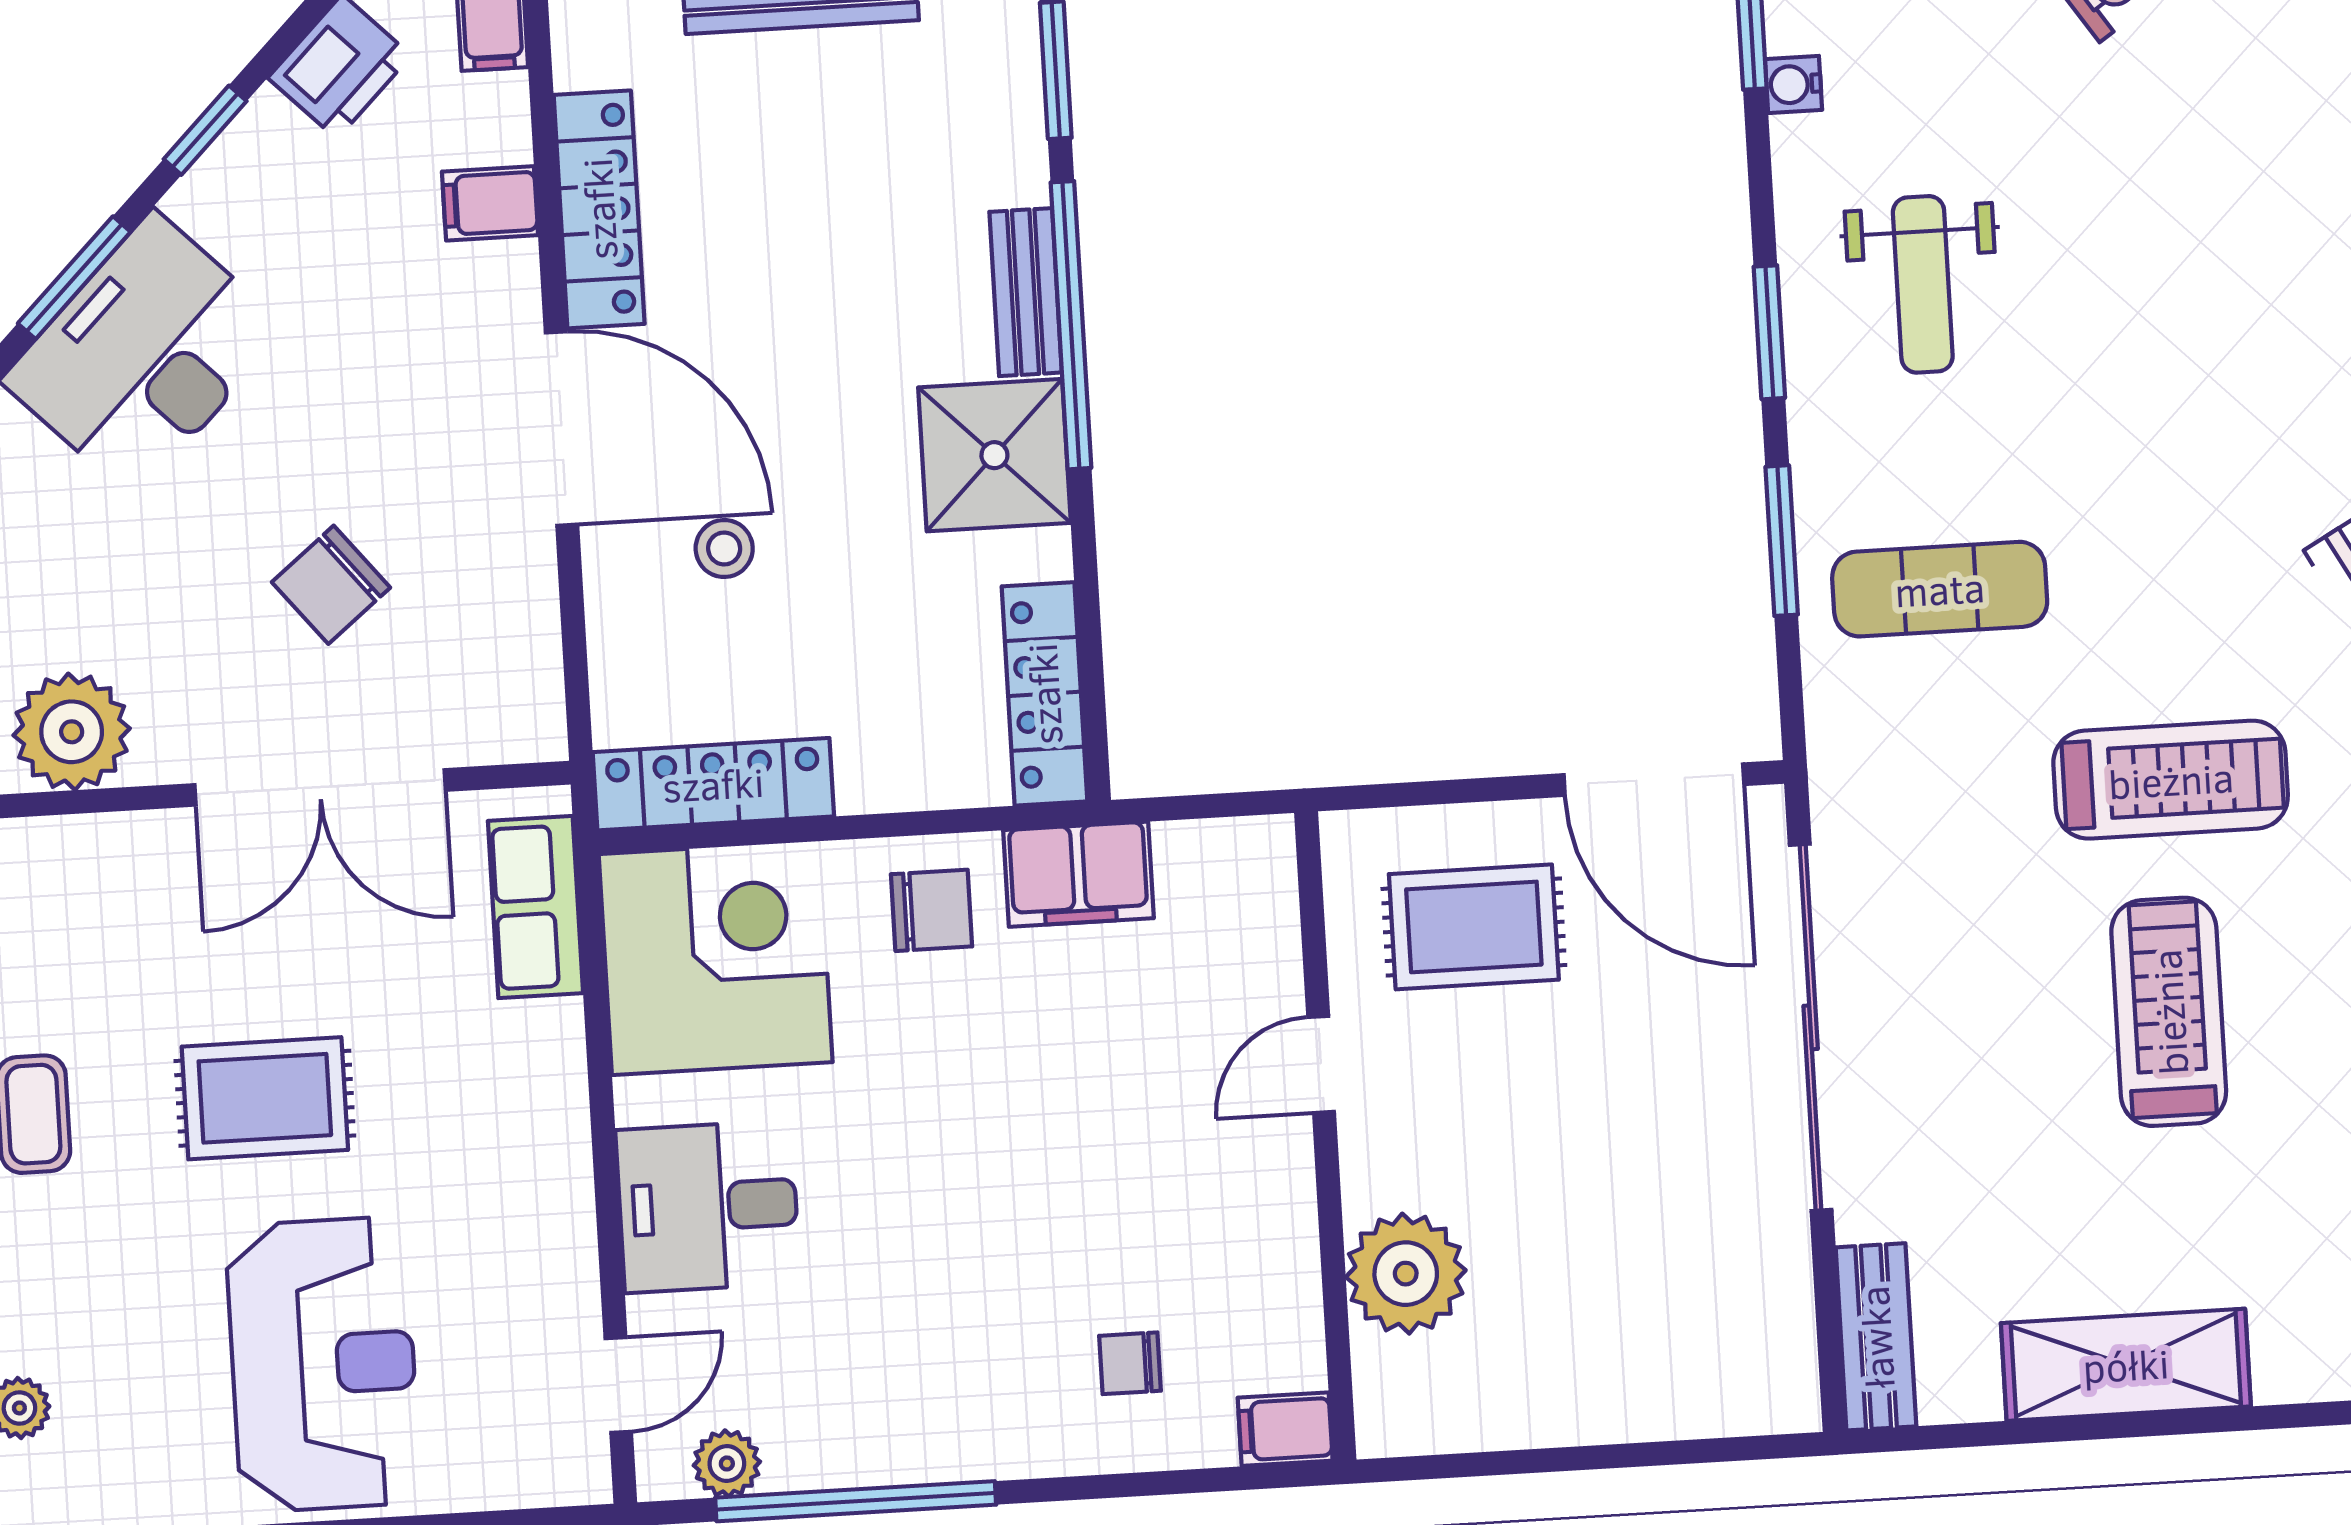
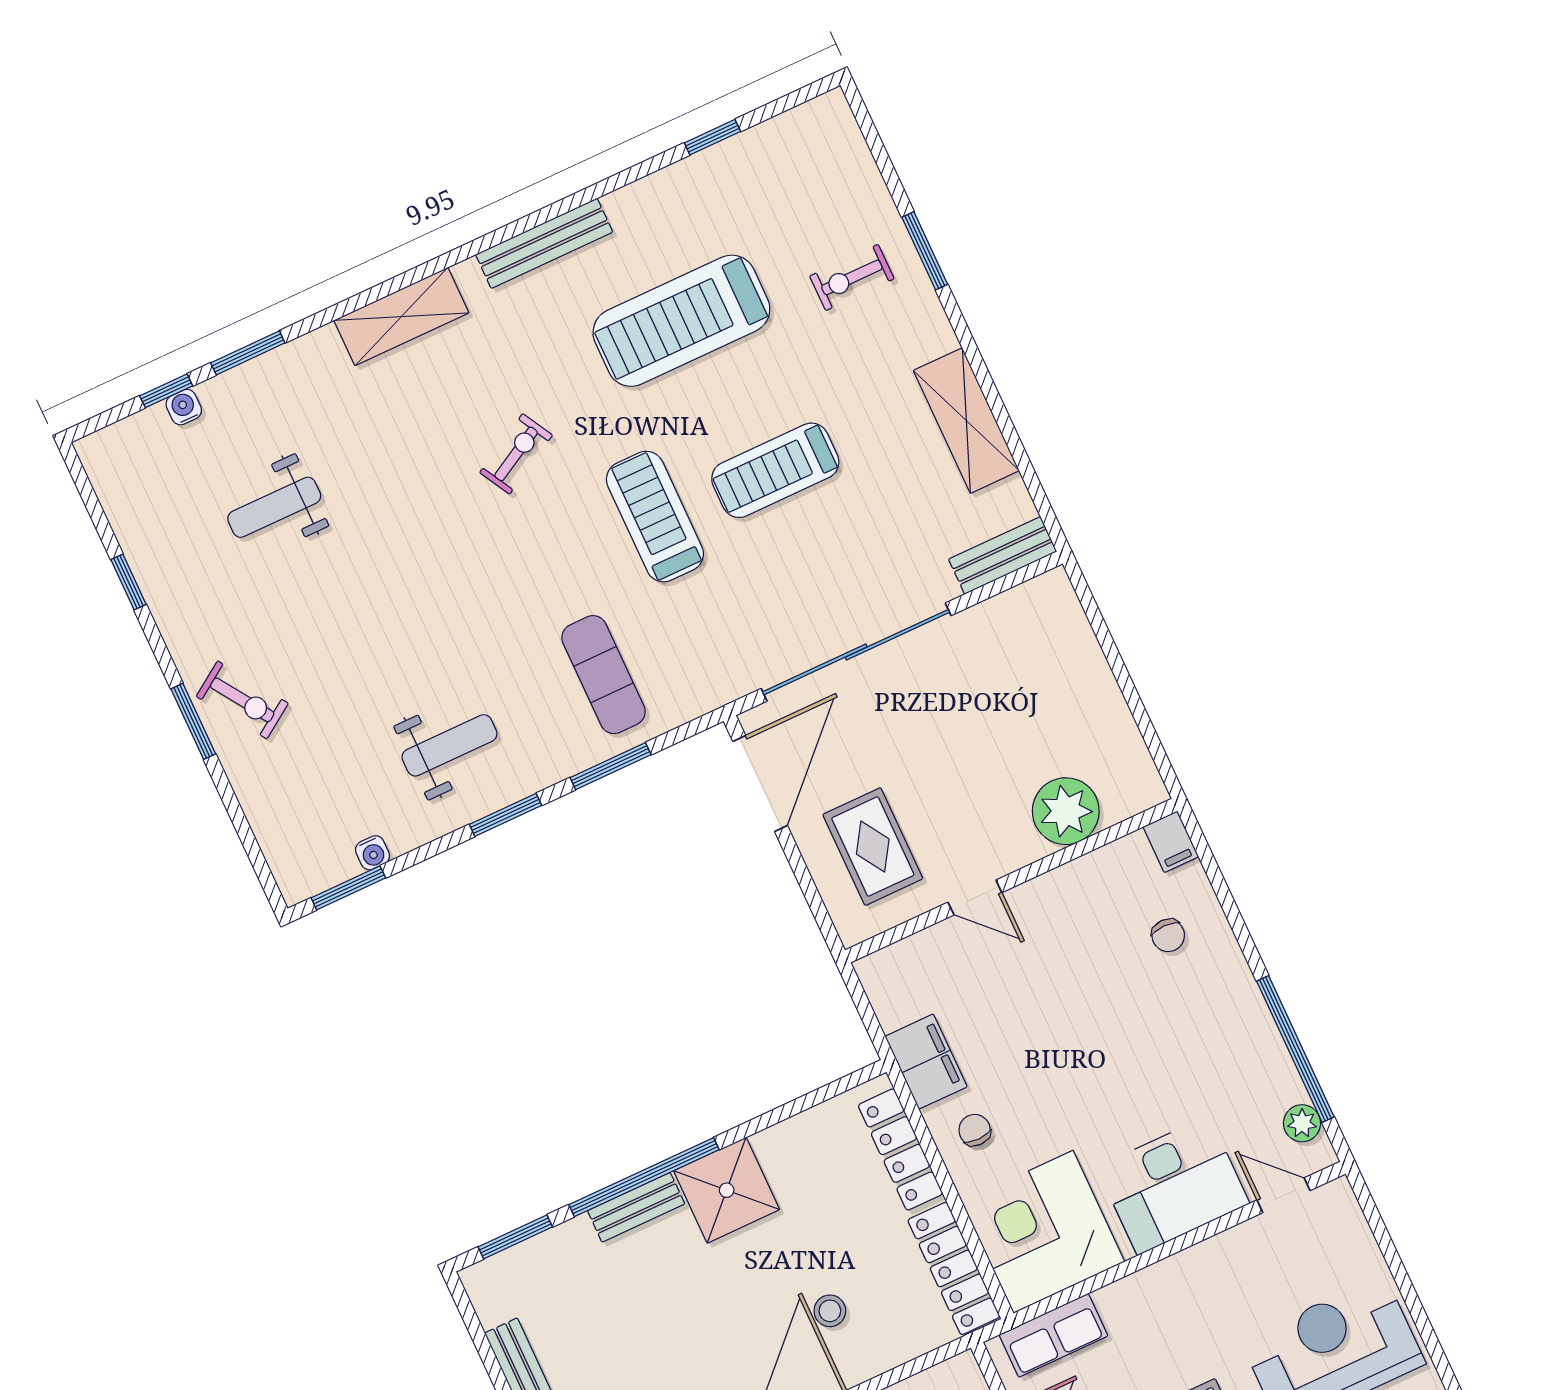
locker: (1044, 694) -> (900, 1149), moved, turned 90
chair: (932, 910) -> (975, 1130), width x0.73, depth x0.73
desk: (708, 1207) -> (1173, 1185), width x1.37

